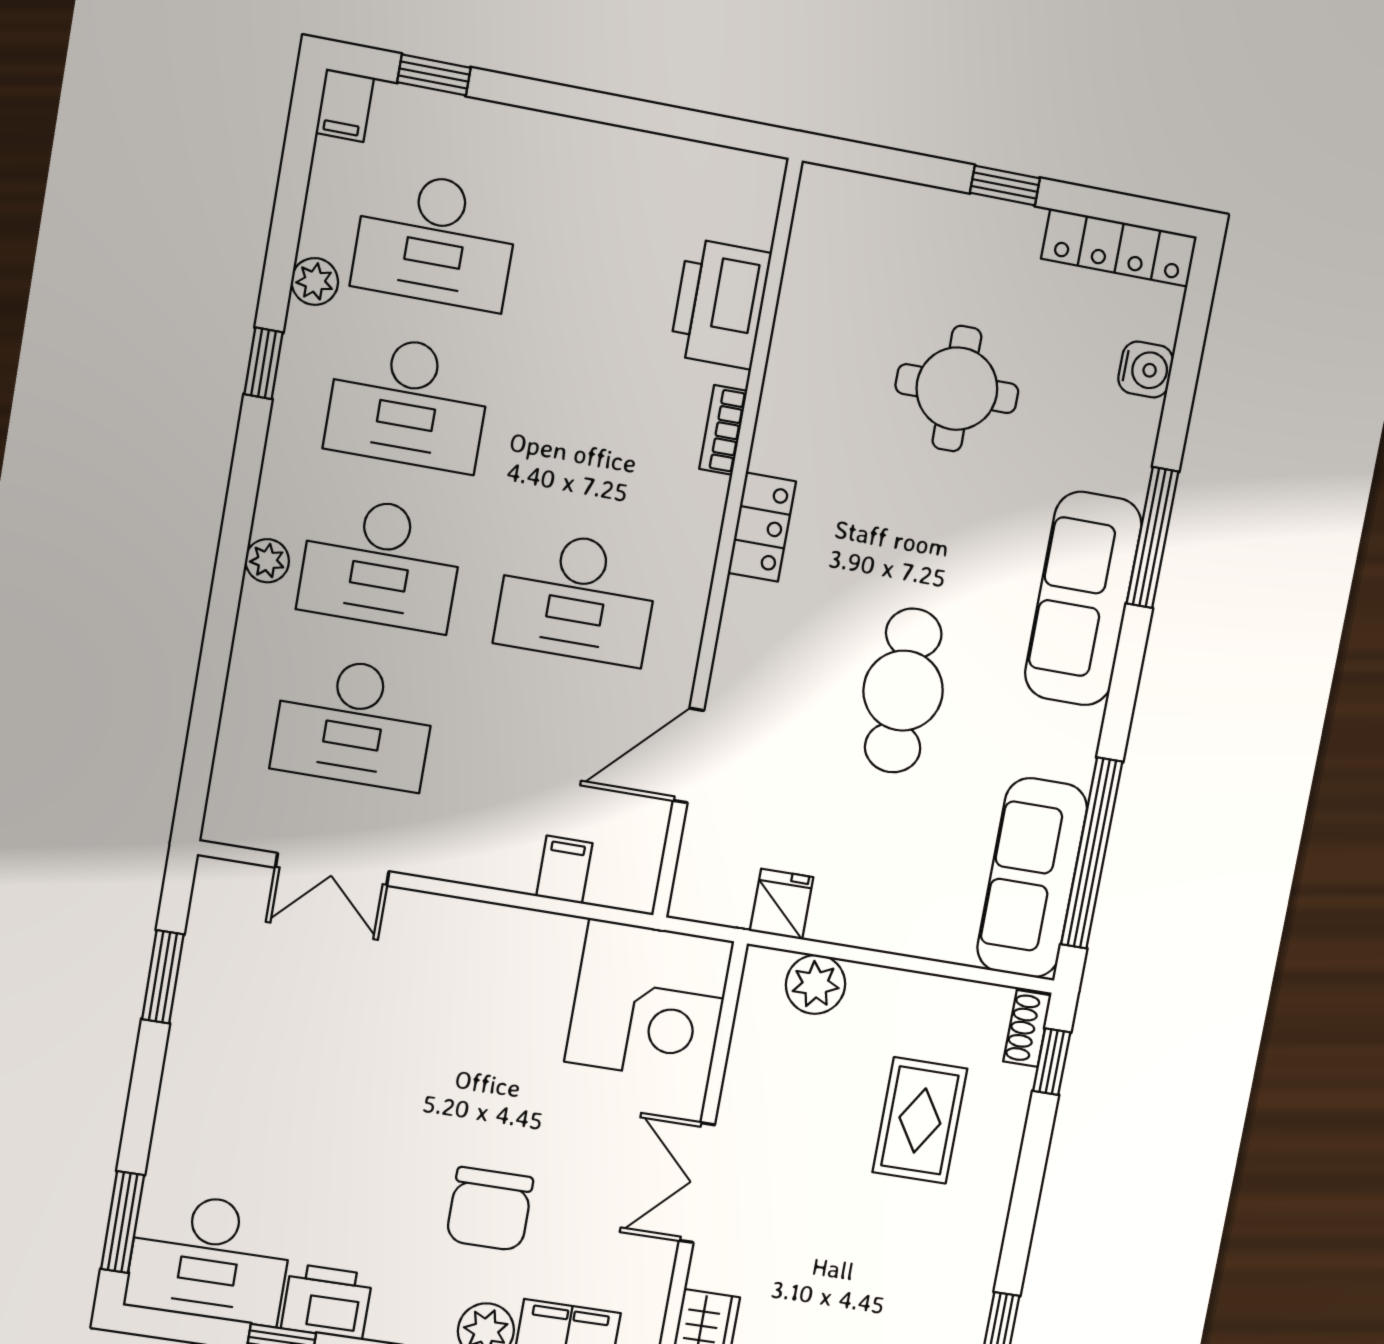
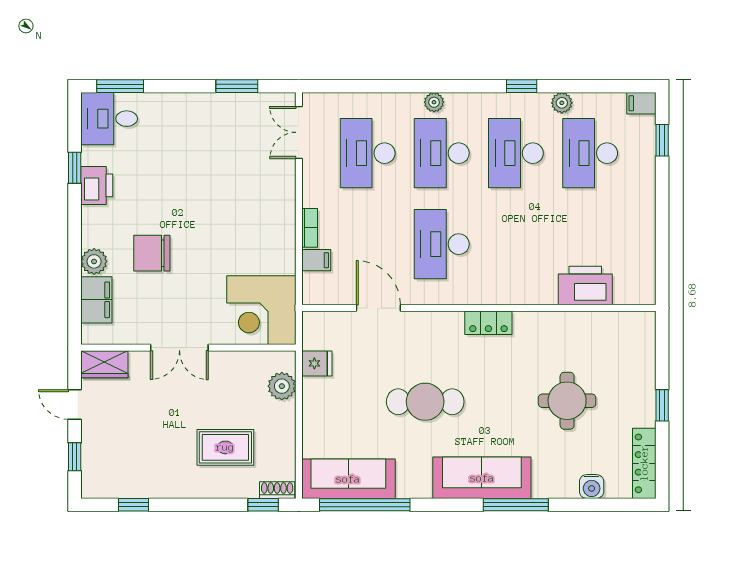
bookcase: (723, 430) -> (310, 228), moved, turned 90
double door: (332, 869) -> (299, 132), moved
double door: (697, 1183) -> (179, 348), swing flipped
desk: (209, 1258) -> (109, 119), width x0.73

